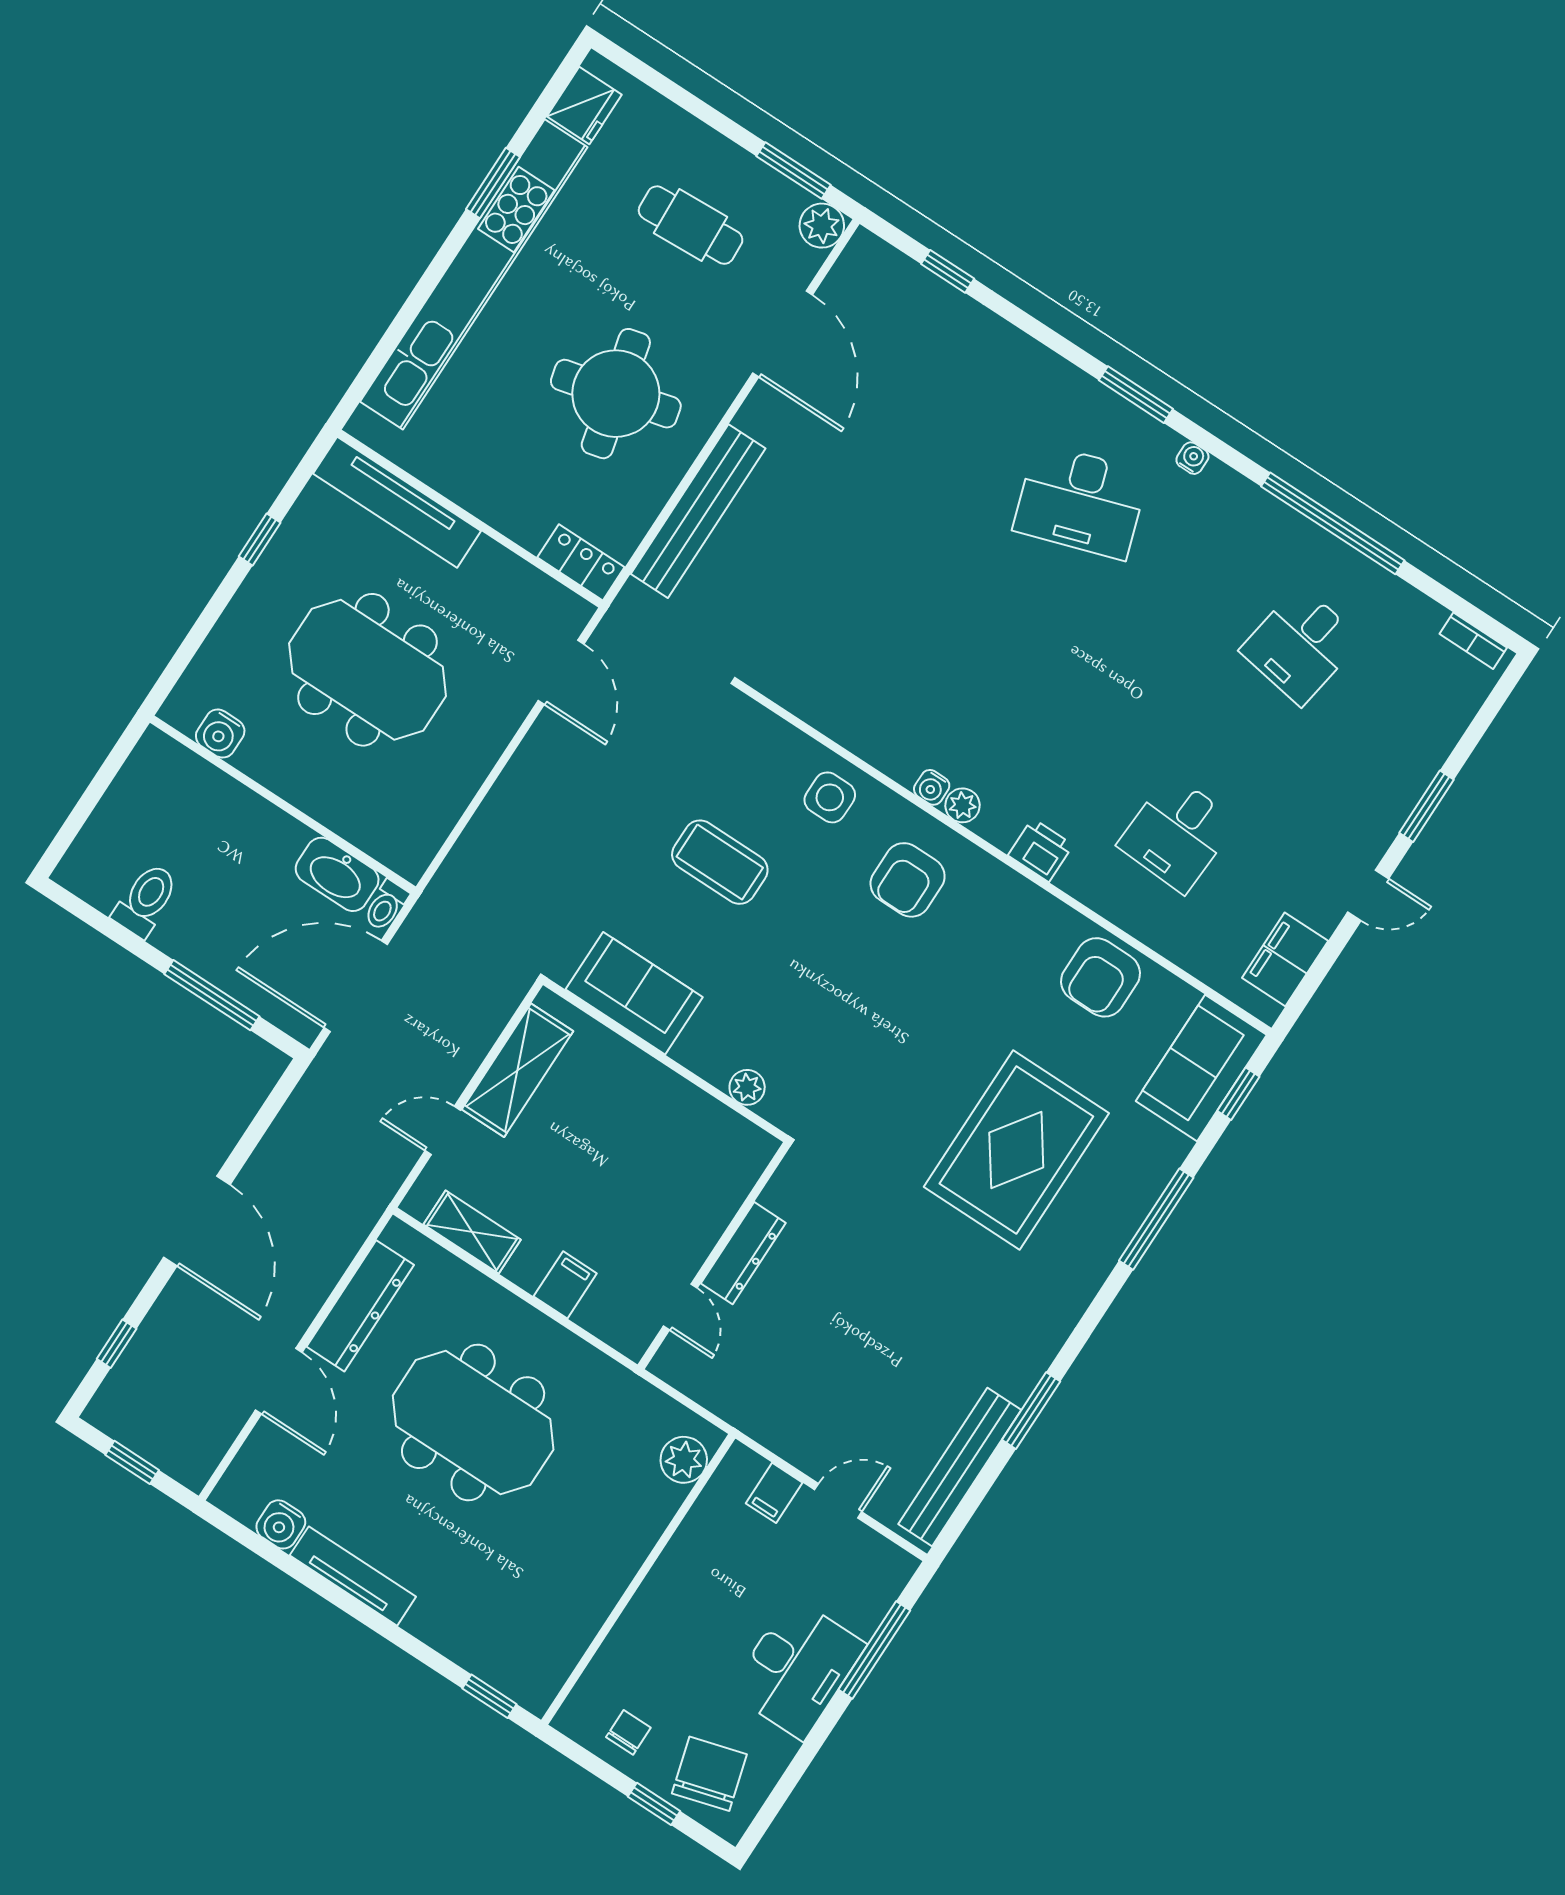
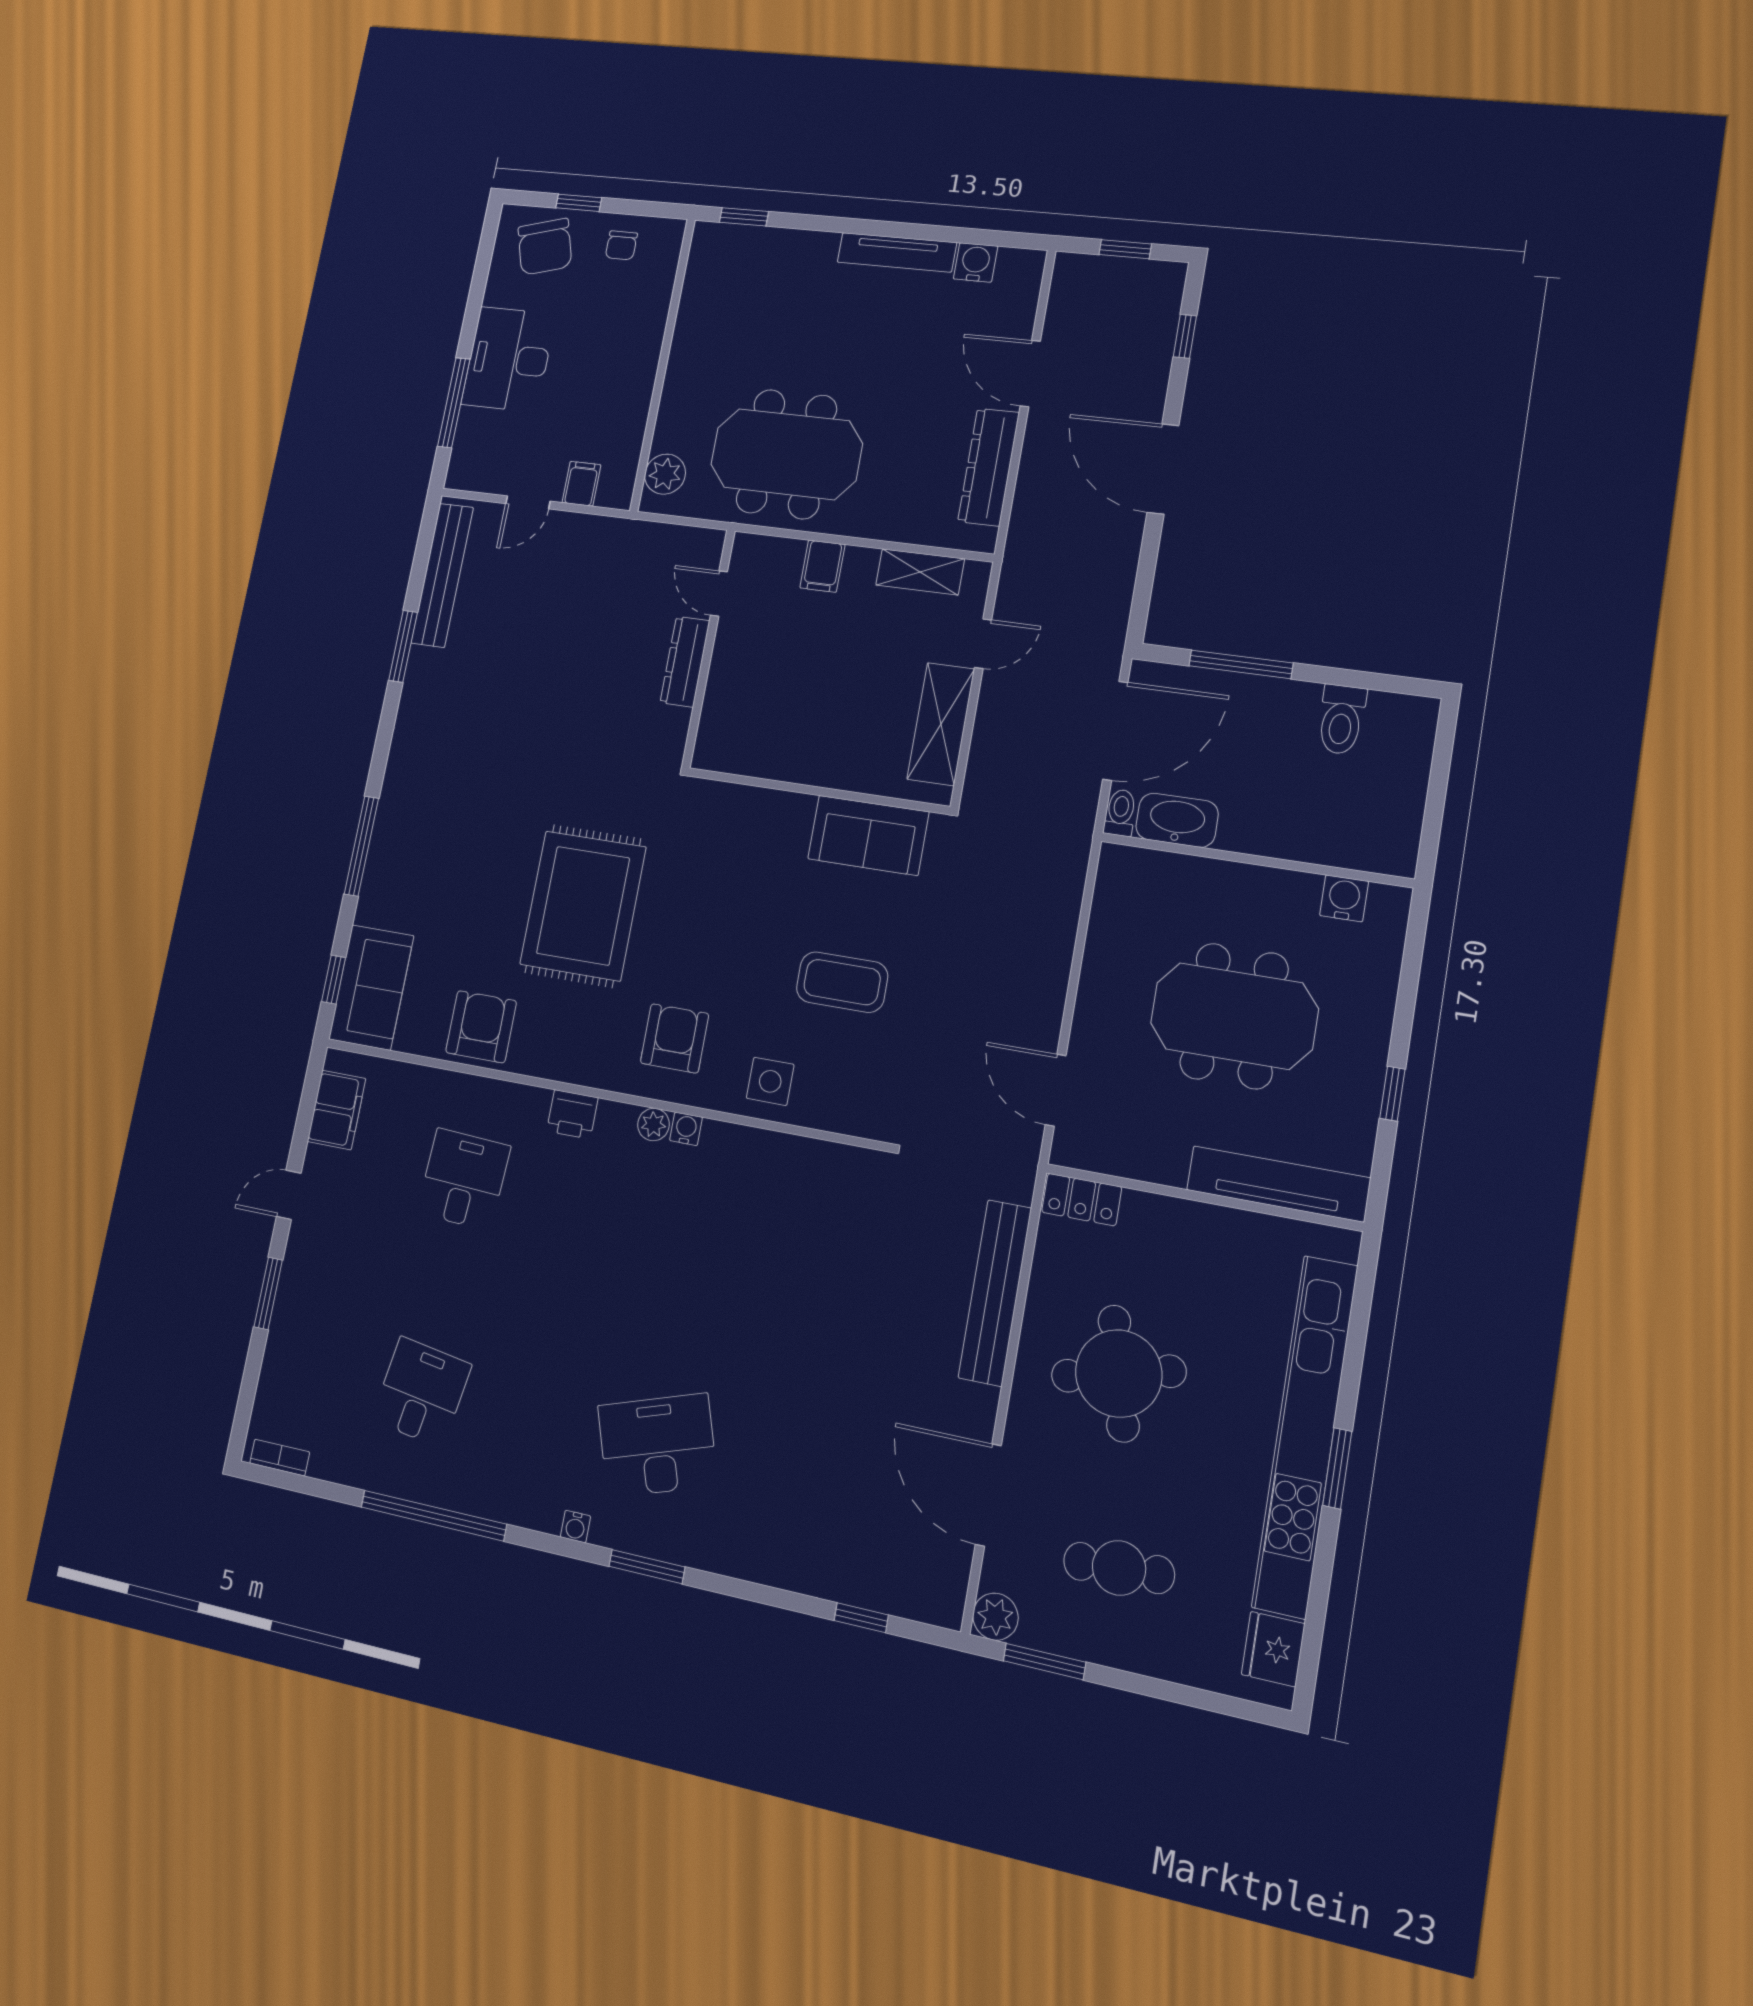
window: (493, 183) -> (1337, 1468), moved
plant: (747, 1087) -> (738, 800), removed
rug: (1016, 1150) -> (583, 906), moved
meeting table: (473, 1423) -> (786, 454), moved

